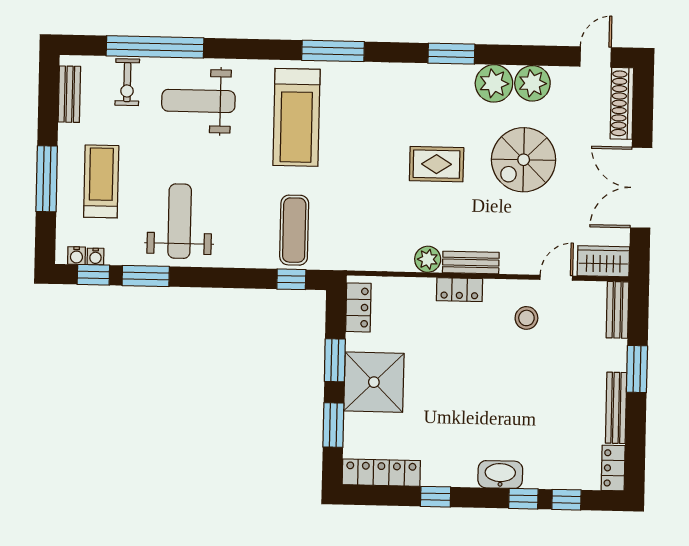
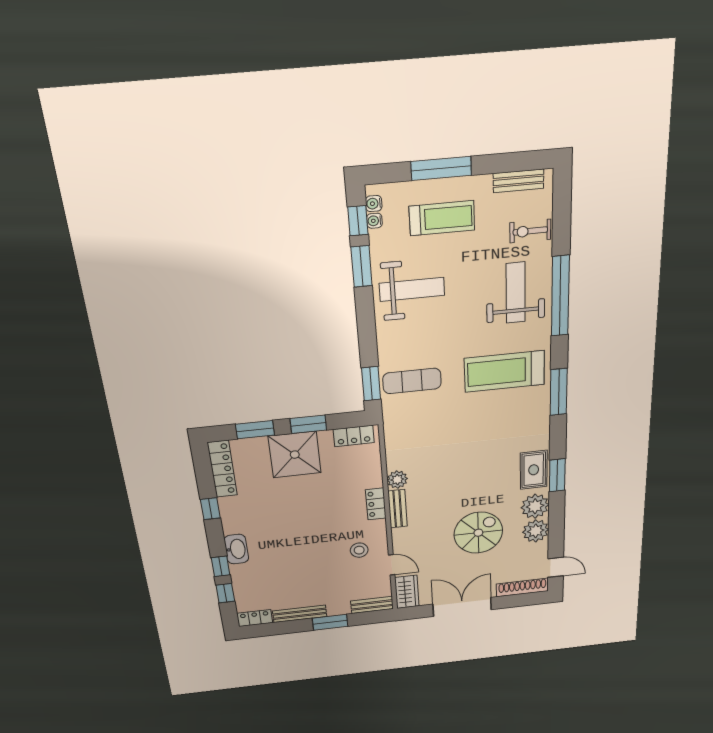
window: (155, 47) -> (560, 296), moved
spiral stairs: (524, 160) -> (478, 533), turned 90
rug: (437, 164) -> (534, 470), moved
window: (291, 279) -> (371, 384), width x1.50

